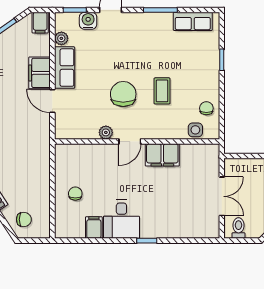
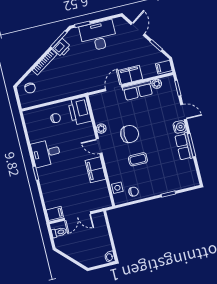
water cooler: (88, 21) -> (180, 127), moved
row of seats: (193, 21) -> (184, 147), moved
printer: (73, 157) -> (80, 111), added
filing cabinet: (94, 228) -> (55, 213), moved

